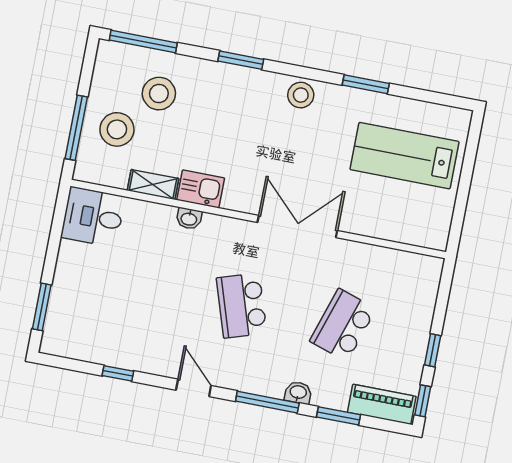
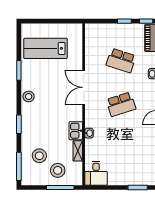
lab bench: (404, 156) -> (45, 48), turned 90

